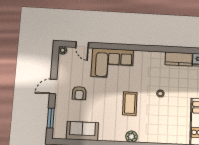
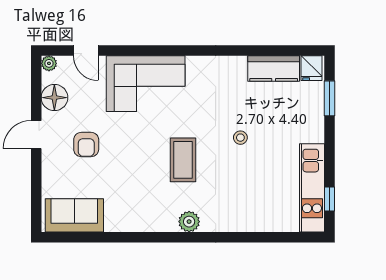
floor lamp: (64, 68) -> (54, 98), added
window: (51, 118) -> (36, 194), removed
sofa: (82, 131) -> (74, 215), moved

